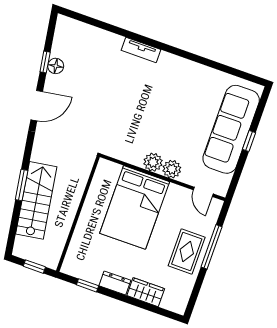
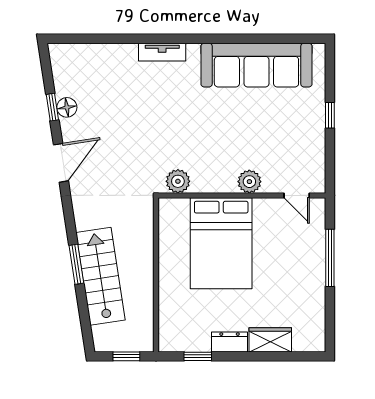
sofa: (231, 129) -> (256, 65), moved, turned -90
plant: (153, 162) -> (178, 181), moved
rug: (187, 252) -> (302, 274), removed

